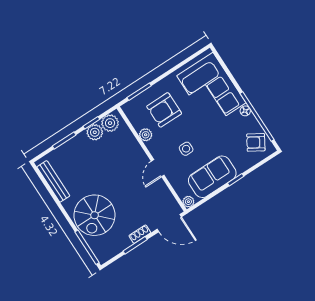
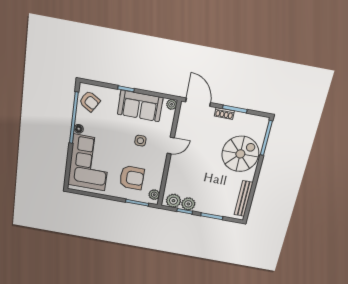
plant: (146, 135) -> (154, 195), moved

